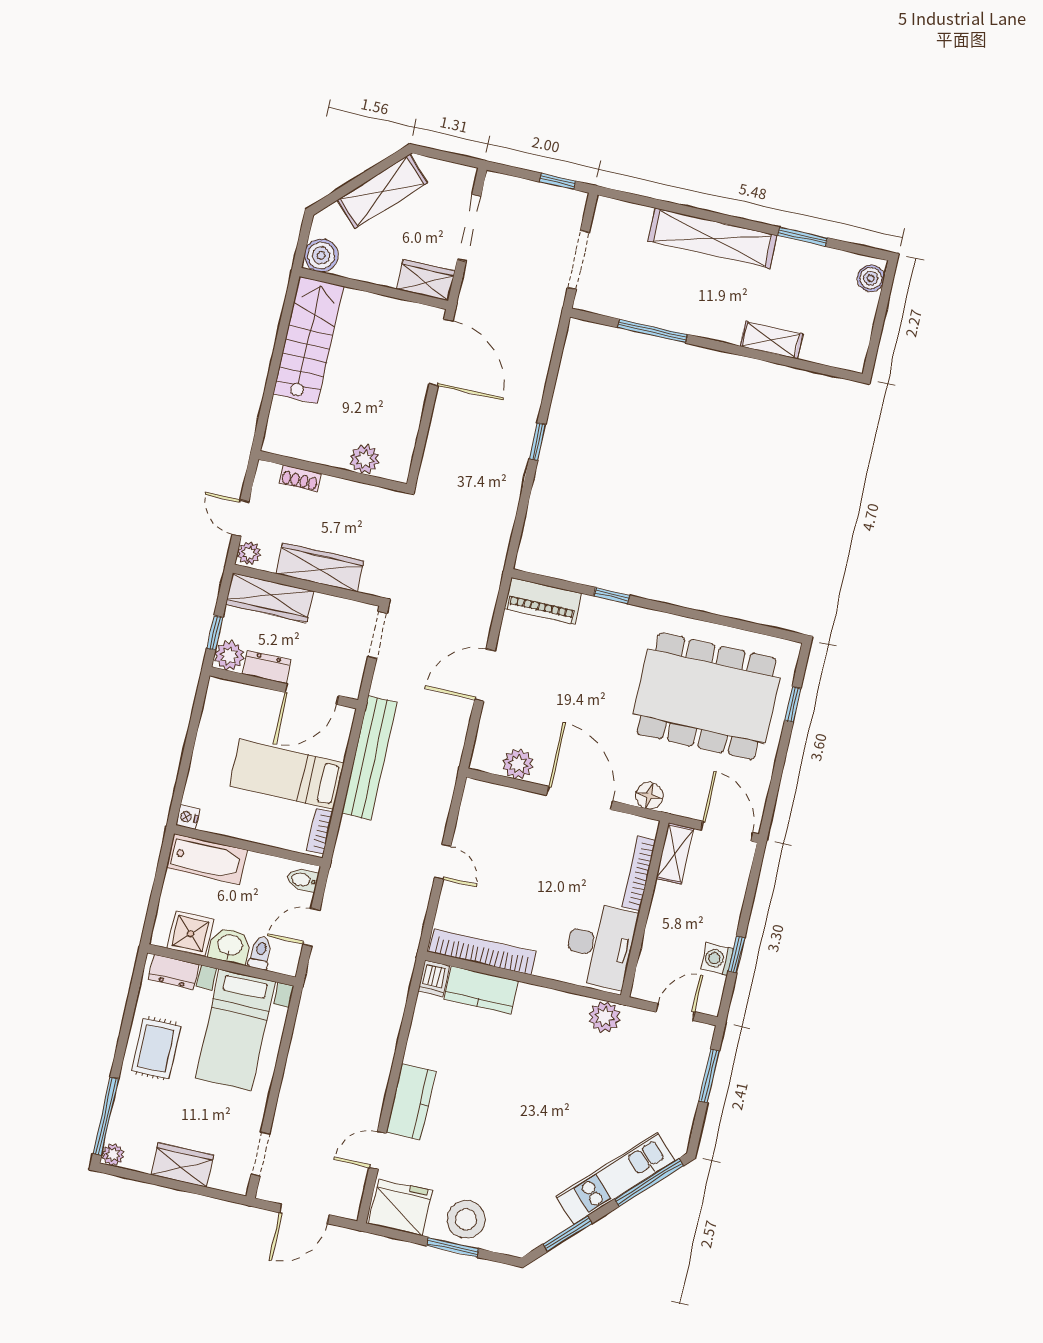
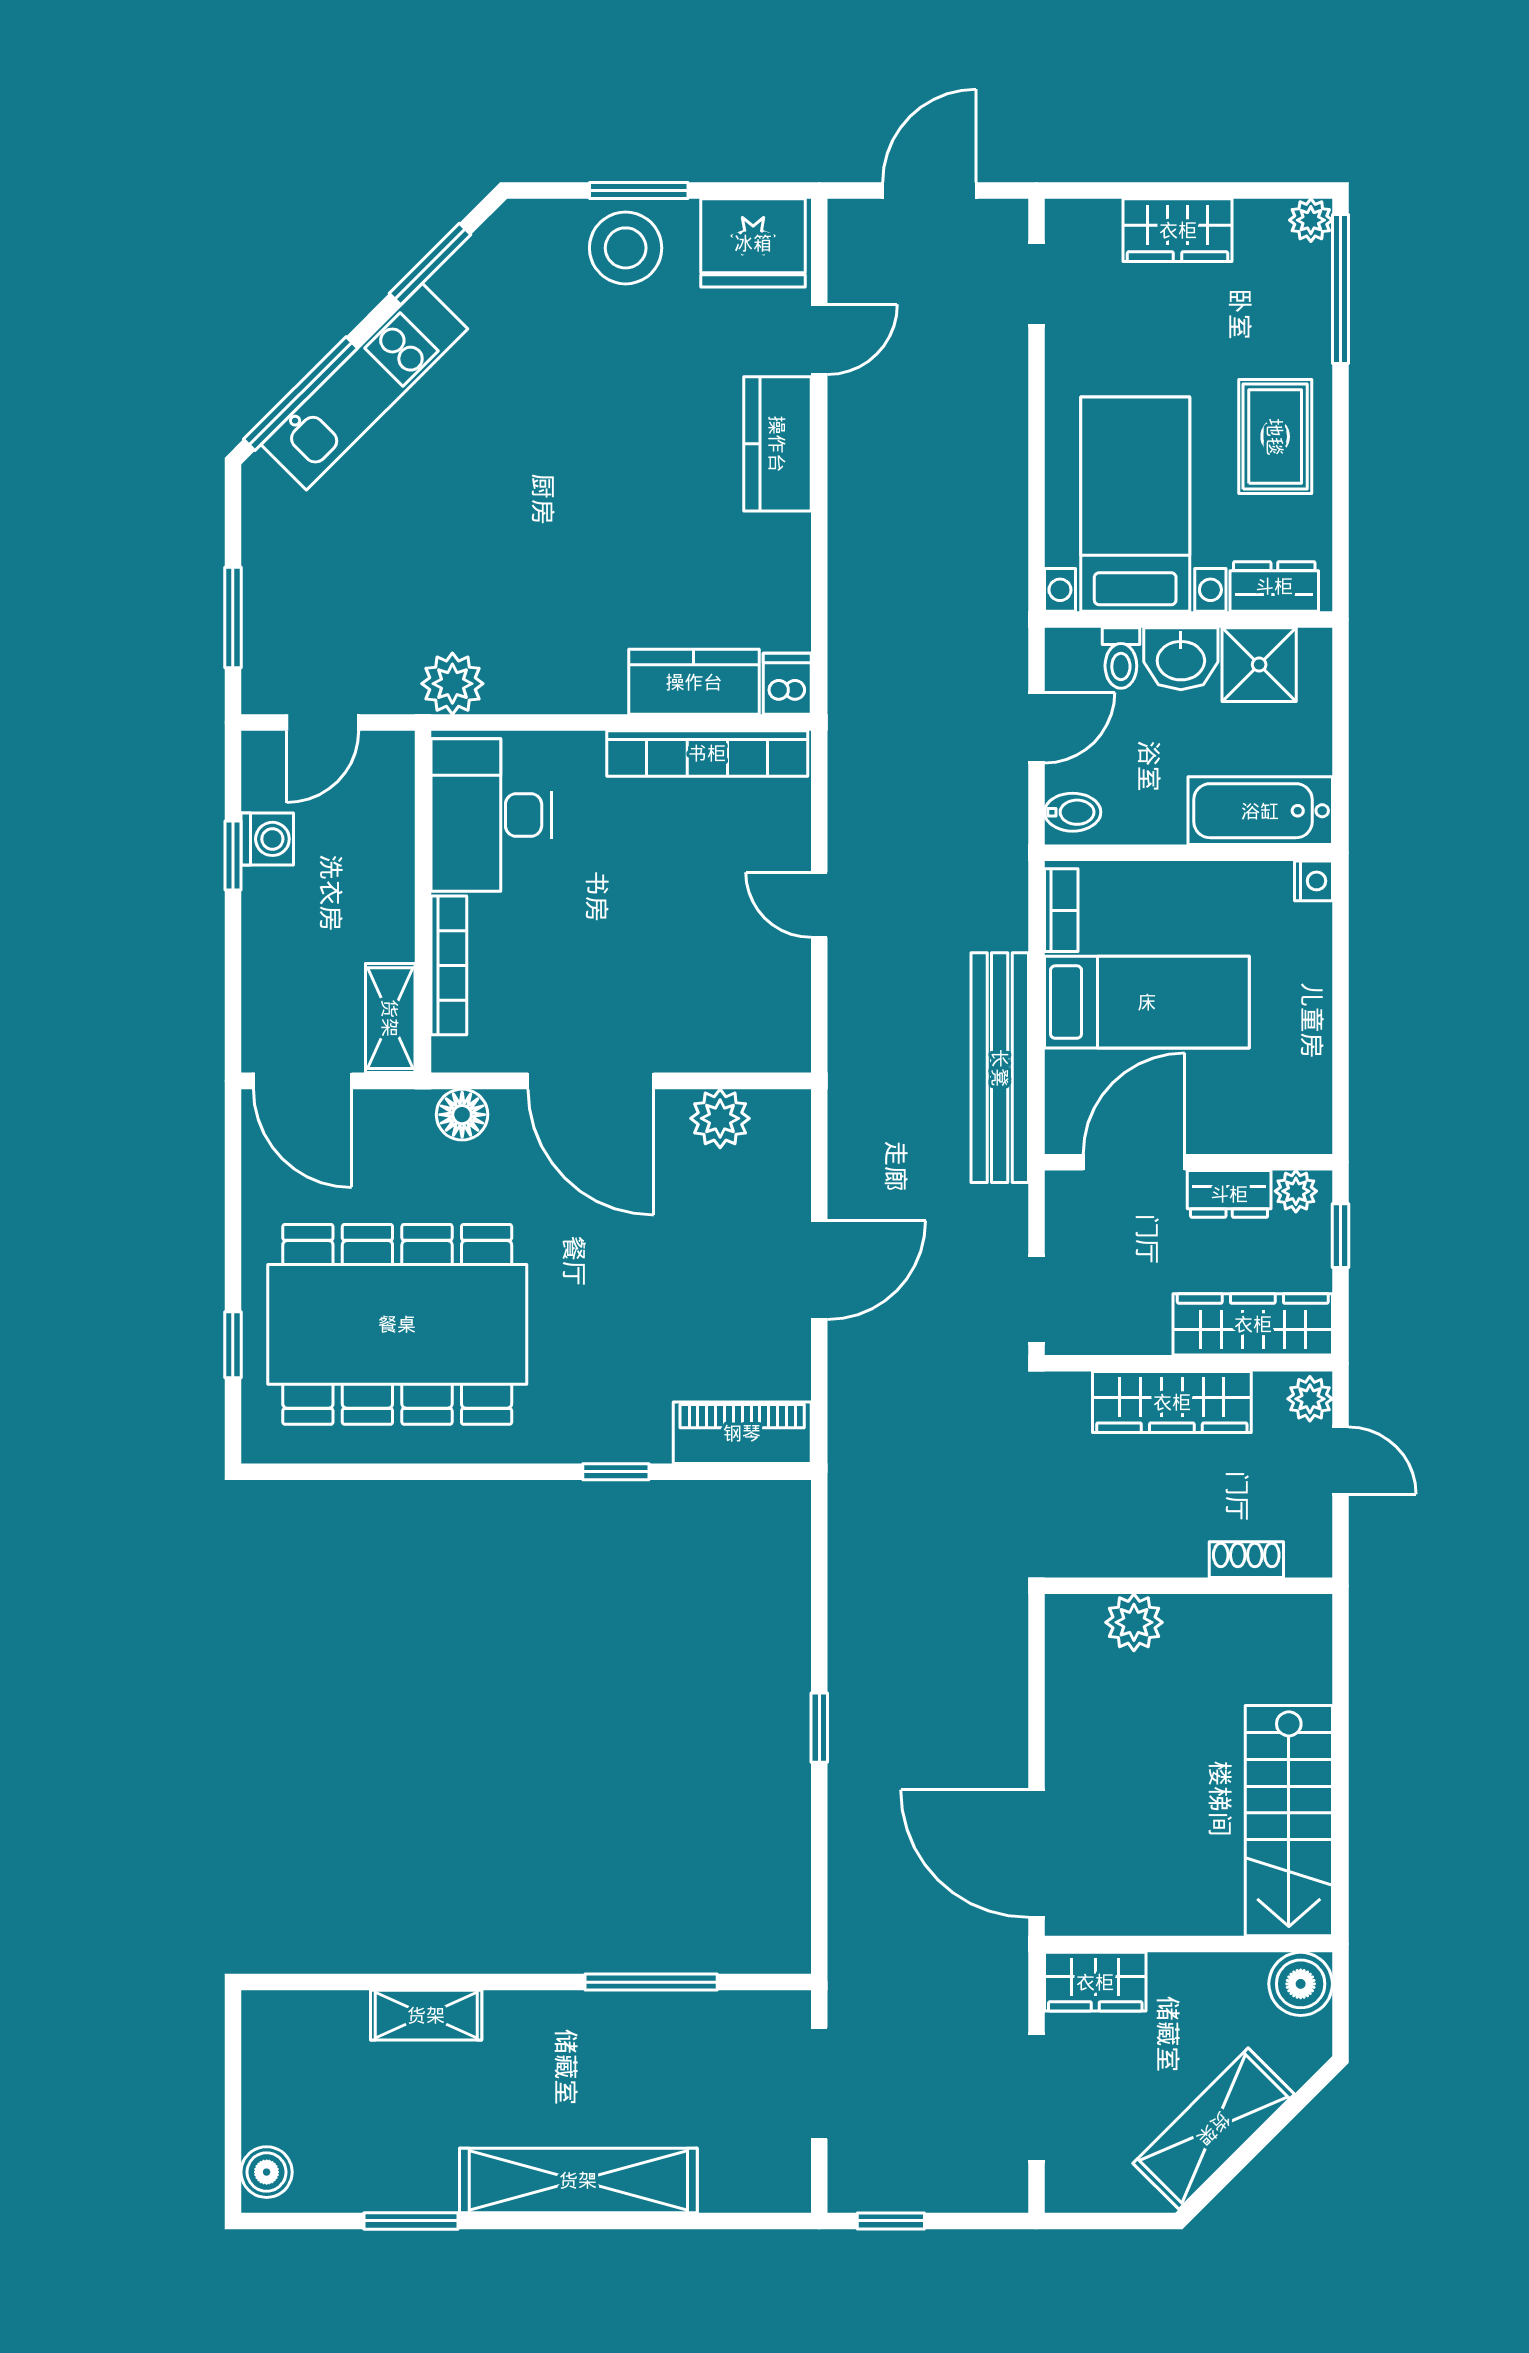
plant: (229, 656) -> (1296, 1191), width x0.73, depth x0.73

